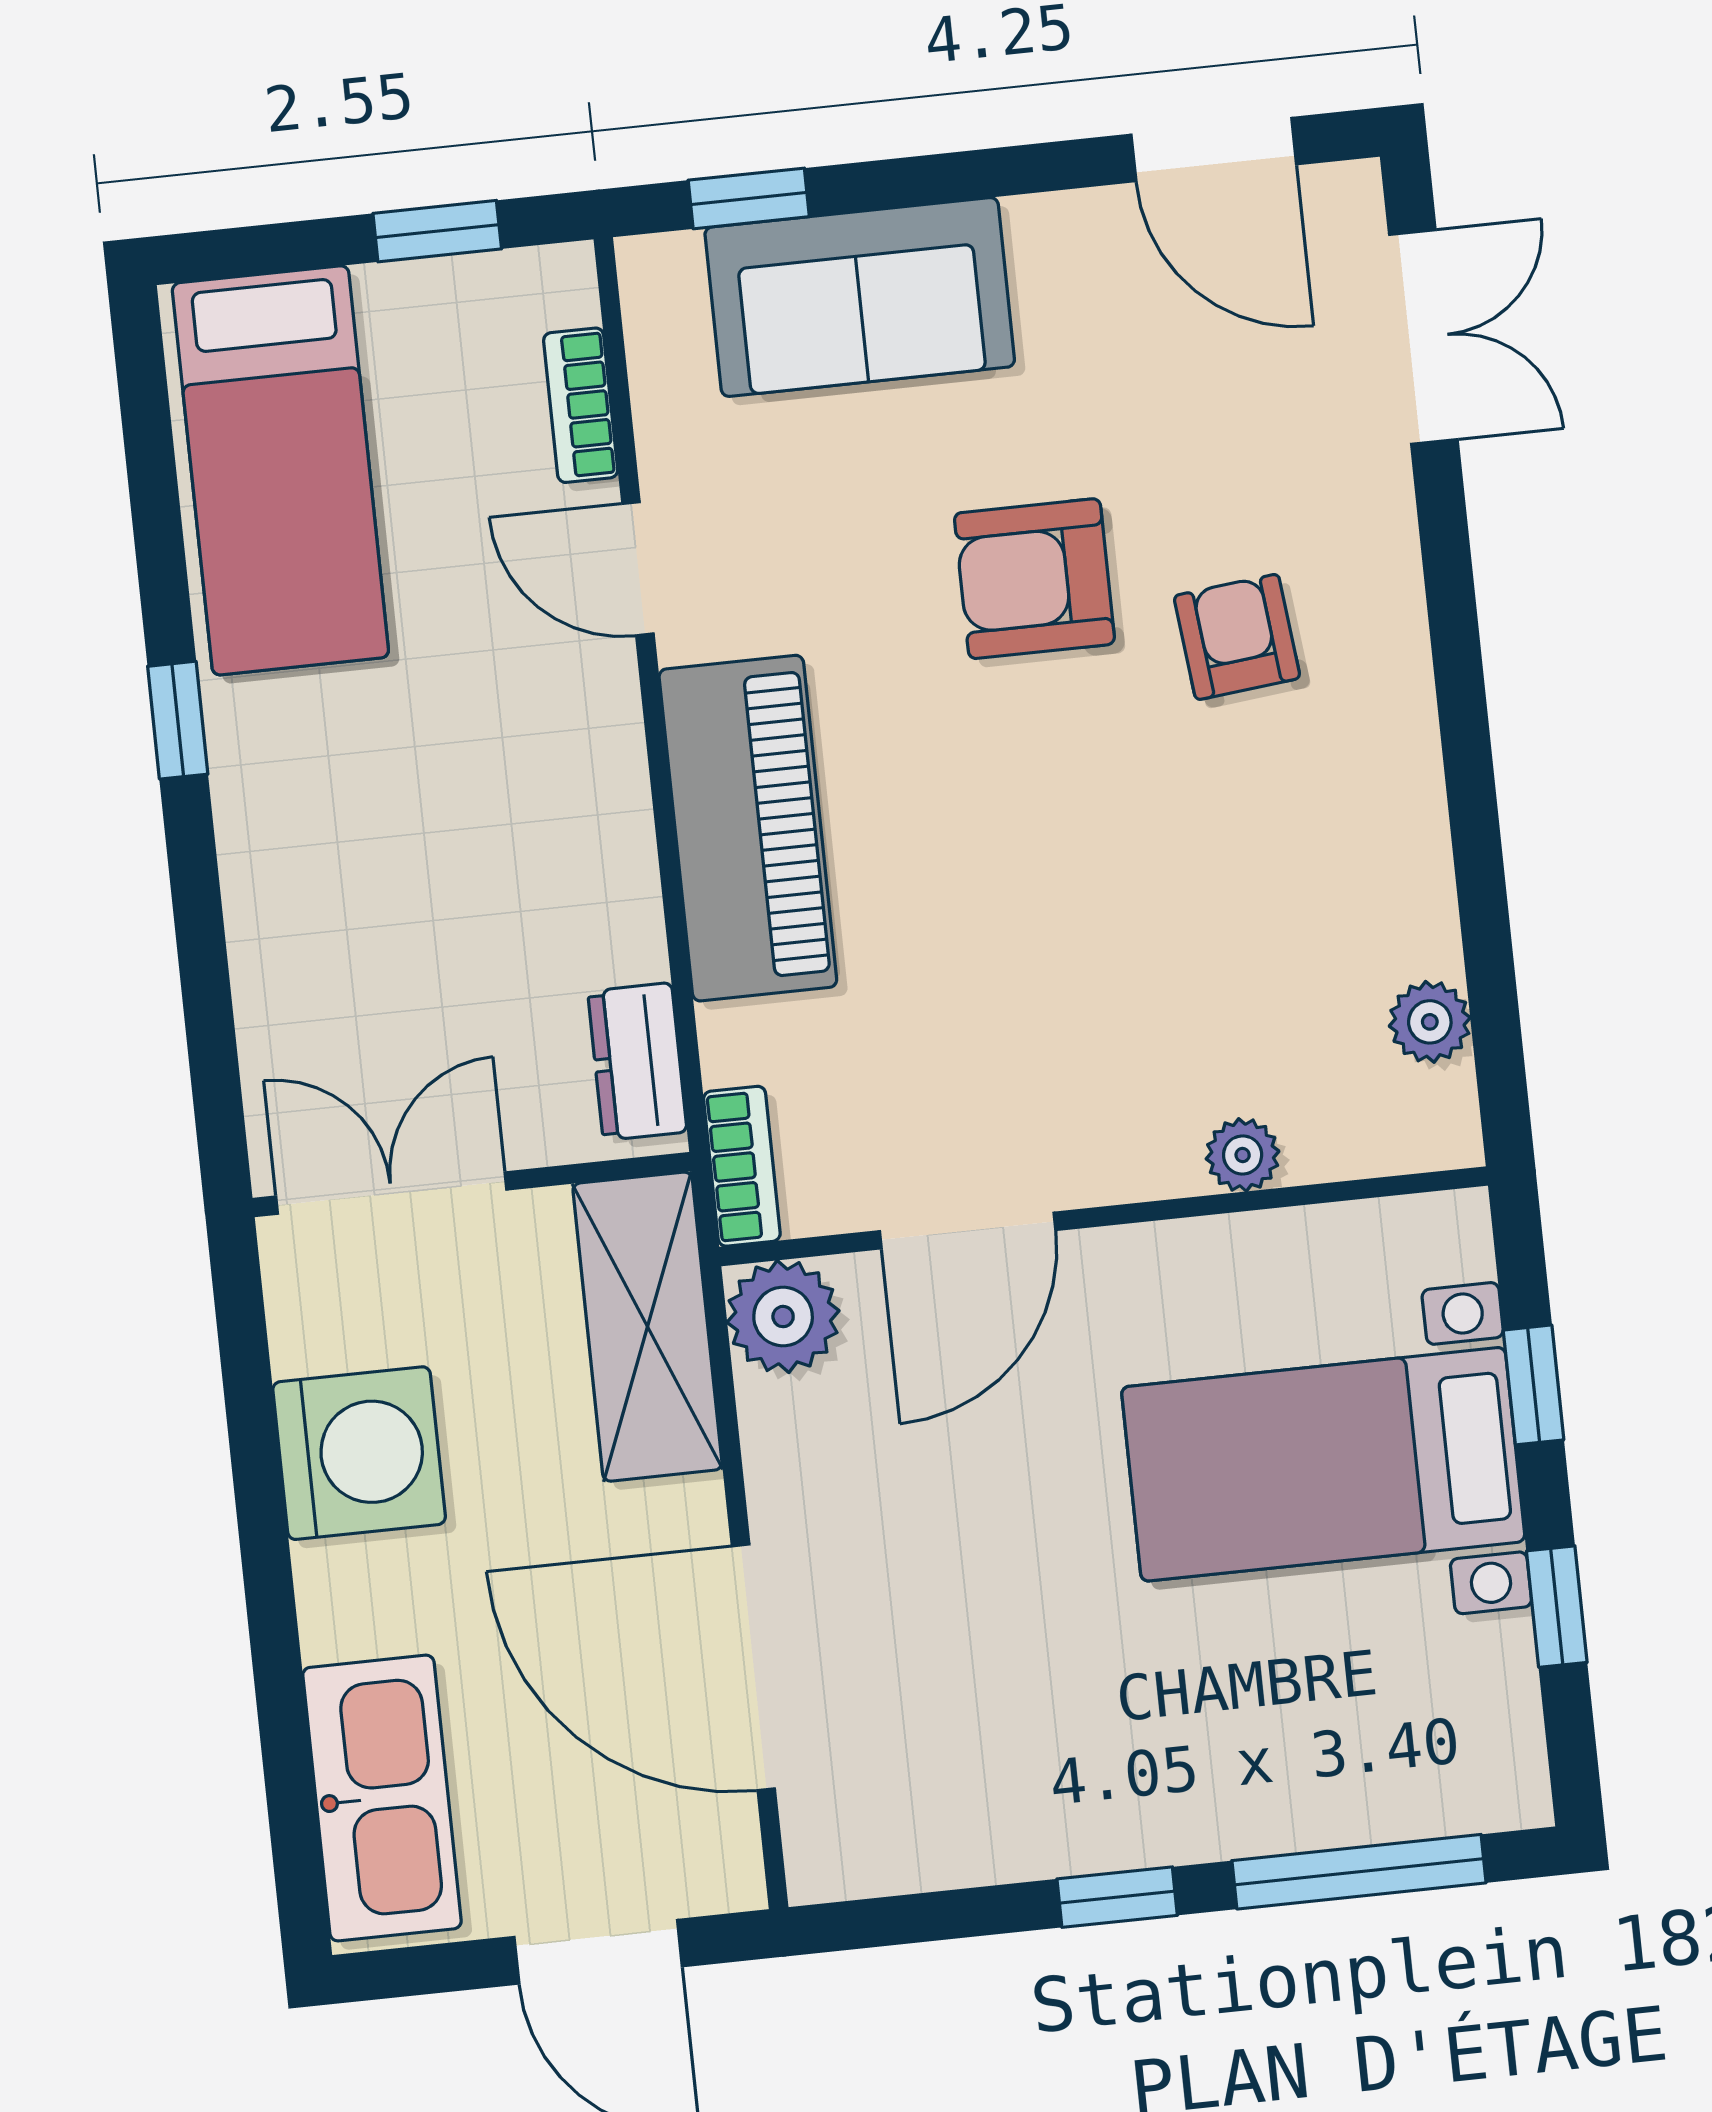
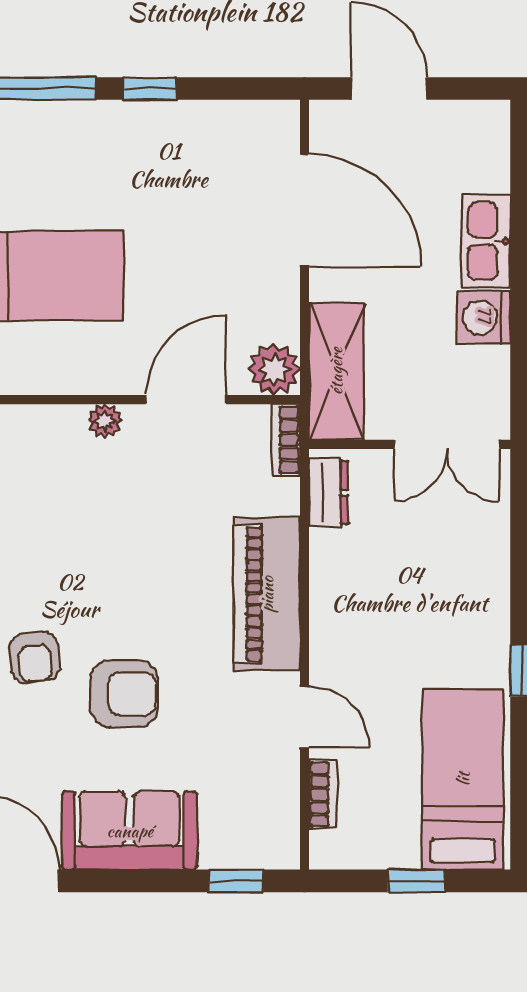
window: (437, 231) -> (416, 881), moved
sofa: (860, 297) -> (130, 831), moved
plant: (1243, 1155) -> (105, 421), moved
washing machine: (359, 1453) -> (484, 317), width x0.73, depth x0.73
kitchen sink: (382, 1798) -> (486, 241), moved, width x0.73, depth x0.81

